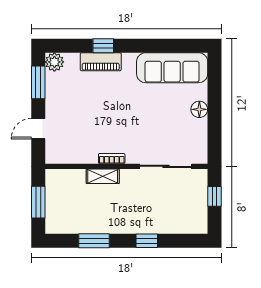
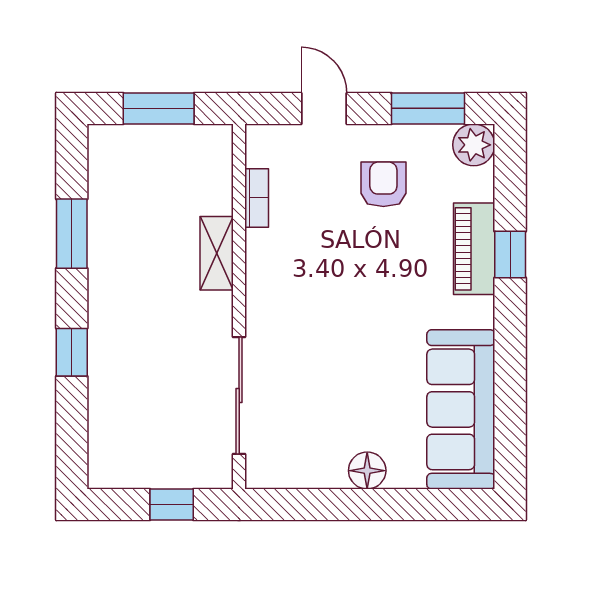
armchair: (72, 102) -> (383, 184), added
bookcase: (112, 159) -> (257, 198), moved

